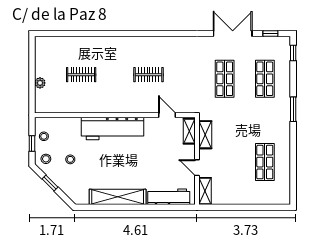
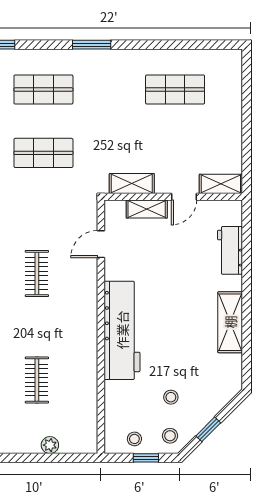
shelving: (189, 131) -> (147, 209), moved
shelving: (118, 197) -> (230, 322), width x0.68
workbench: (169, 197) -> (230, 250), width x0.73

